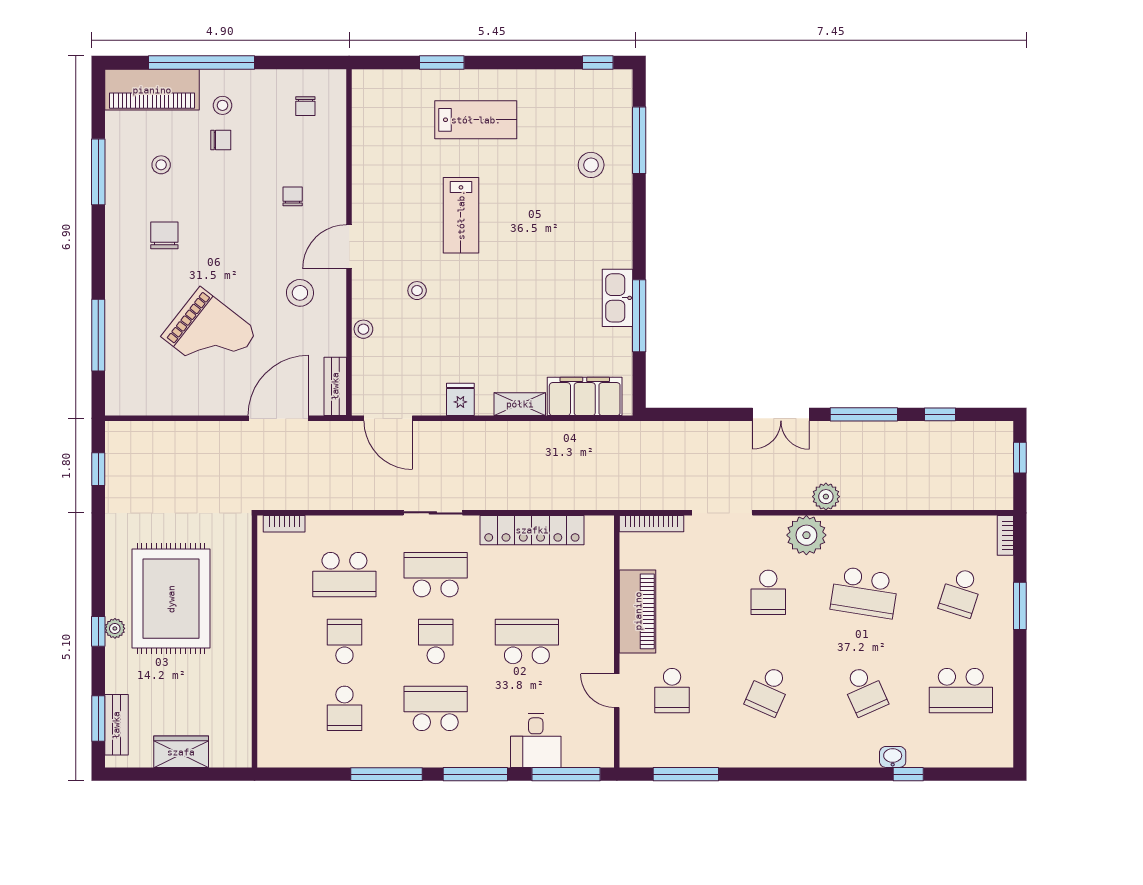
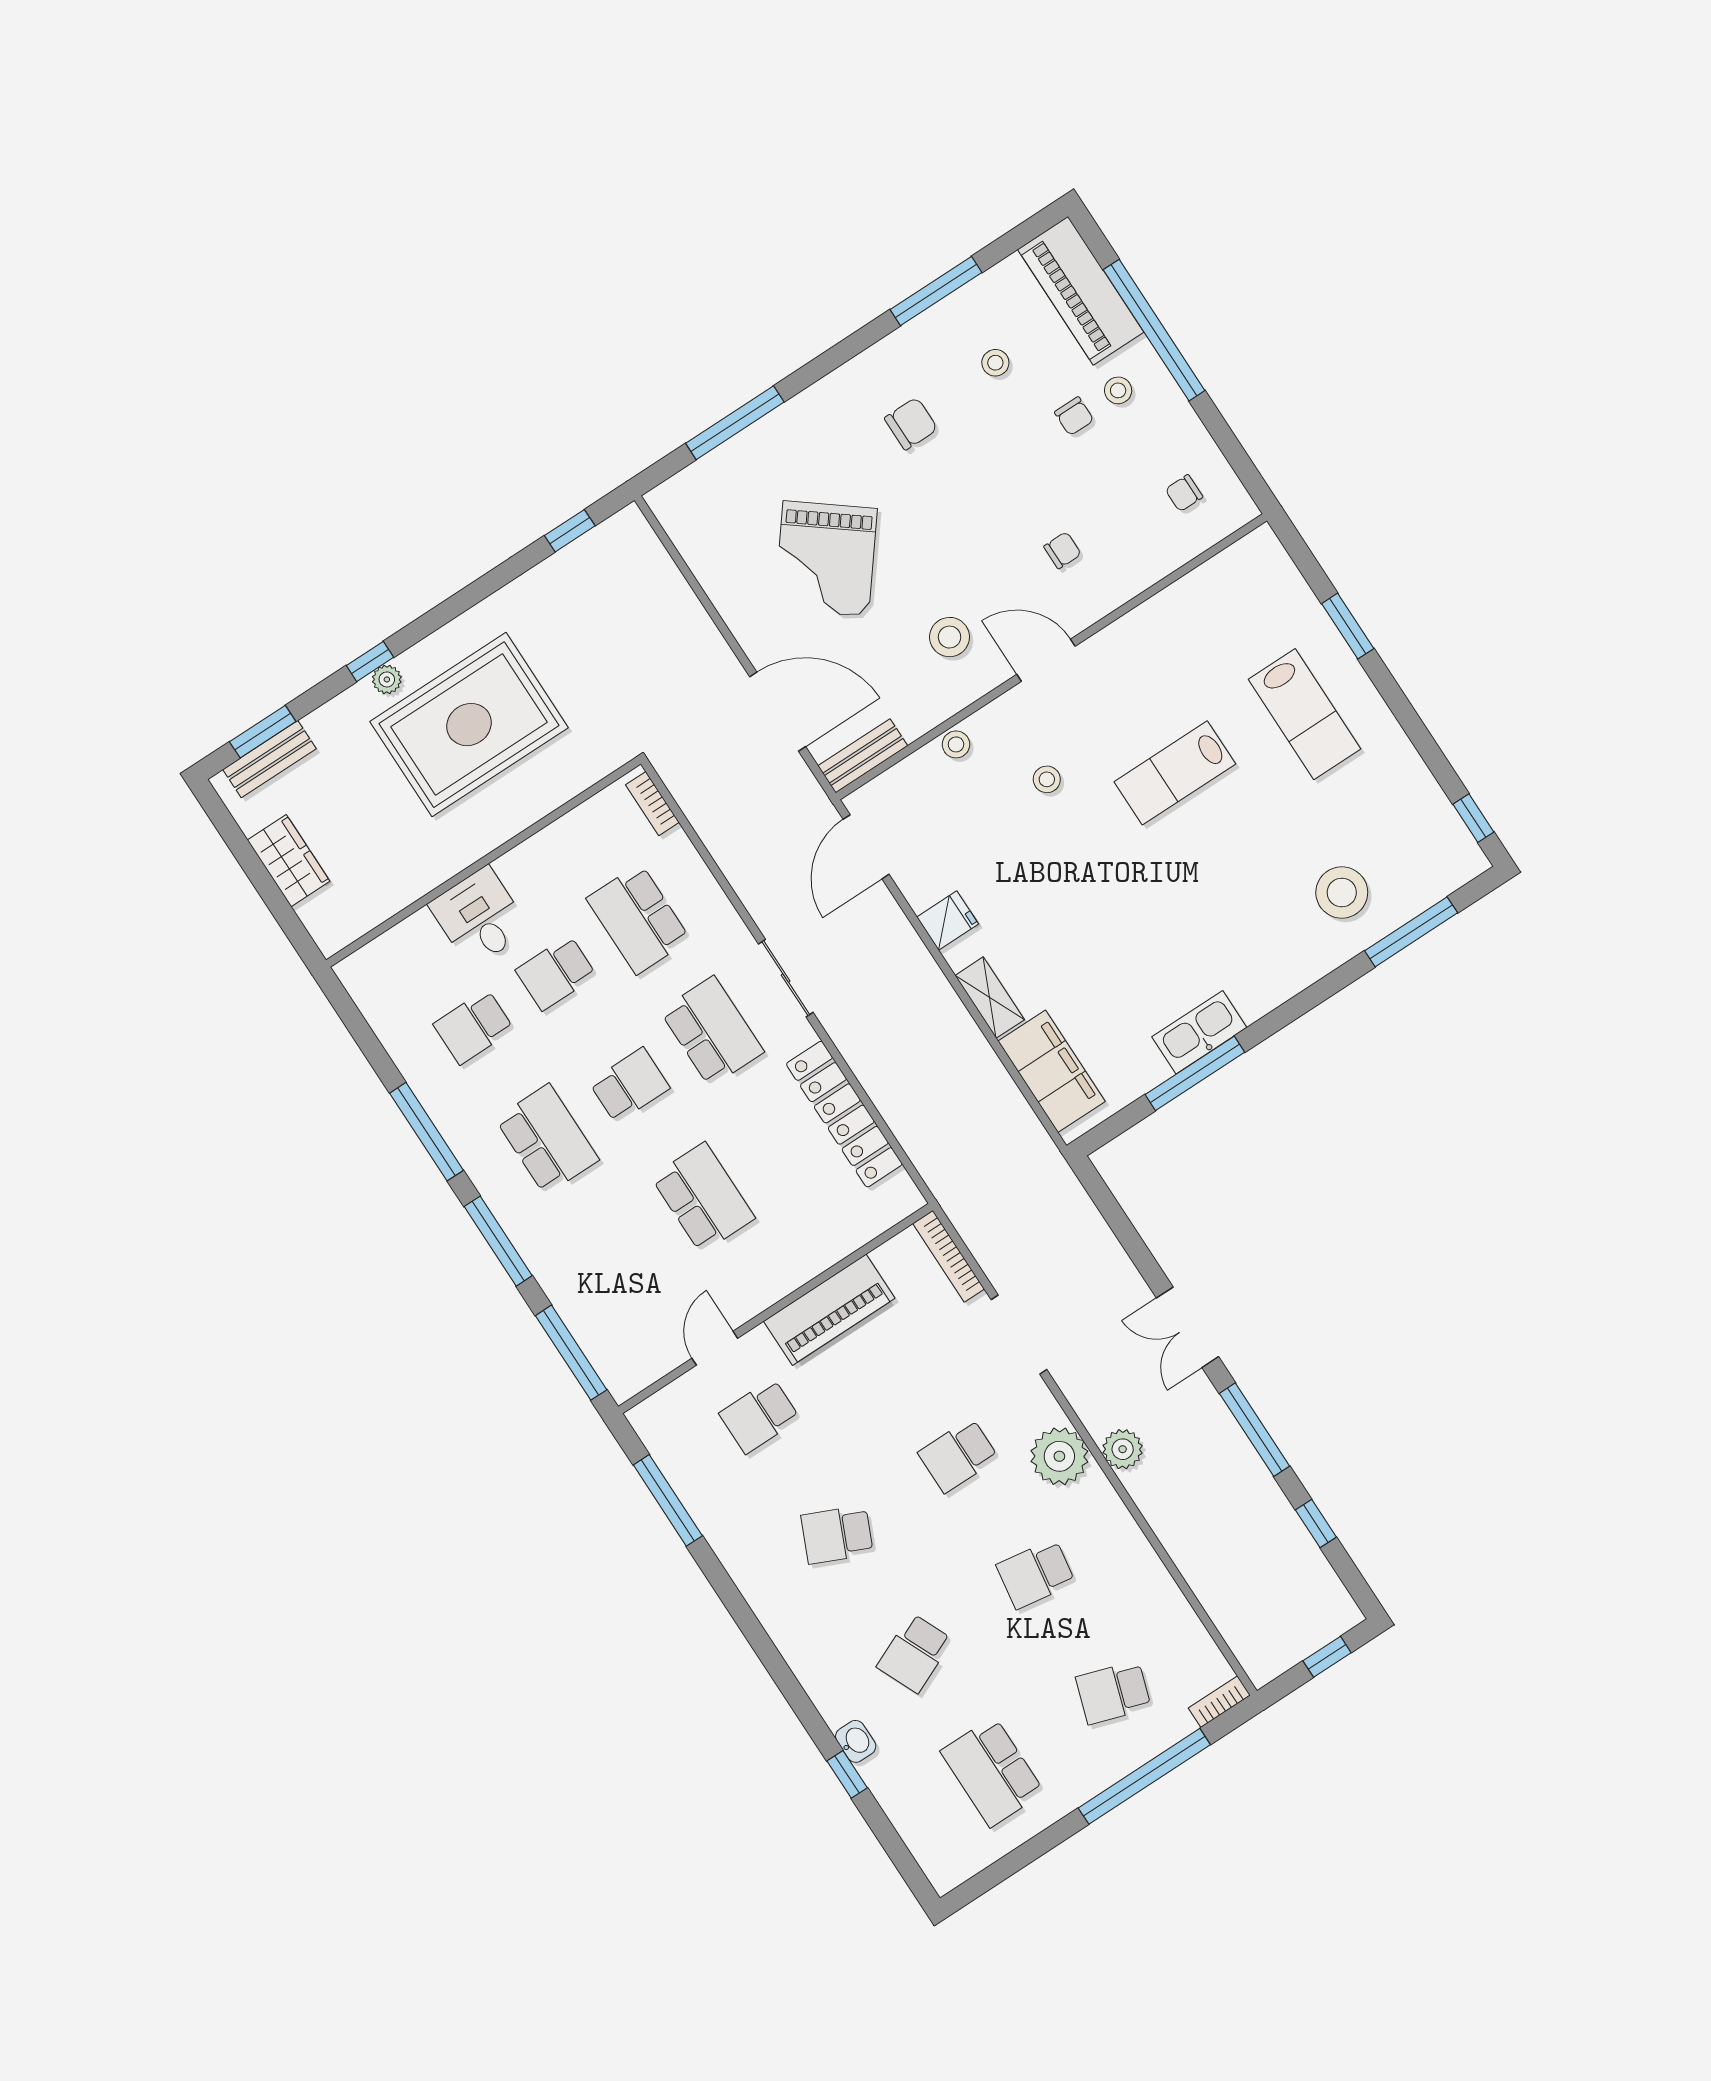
stool: (591, 165) -> (1342, 893), width x1.38, depth x1.38
school desk: (865, 592) -> (1036, 1574), width x0.54
window: (1020, 606) -> (1144, 1776), width x2.11
school desk: (344, 641) -> (556, 973), turned 180
desk: (536, 740) -> (479, 917), moved, turned 90

